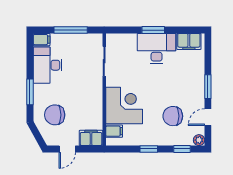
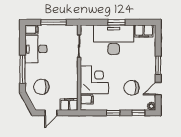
desk: (157, 49) -> (114, 40), width x1.36, depth x1.30
window: (30, 92) -> (22, 69), width x1.44

